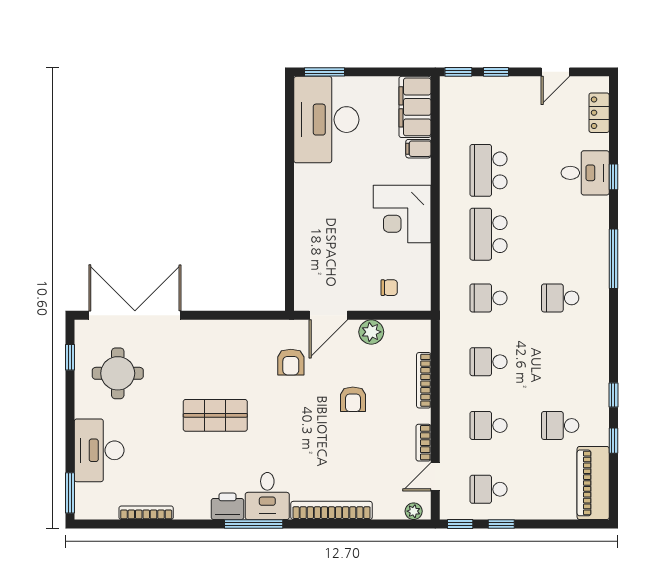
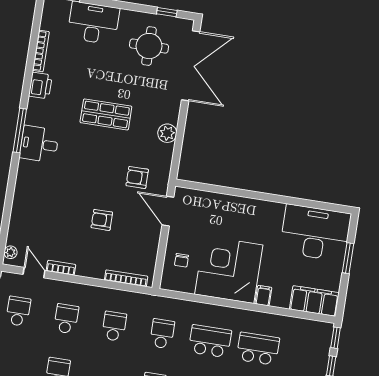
window: (324, 72) -> (348, 258), moved
filing cabinet: (418, 149) -> (263, 296), moved
corner desk: (402, 214) -> (229, 270), width x1.36, depth x1.36
plant: (371, 332) -> (167, 133), moved
bookcase: (424, 380) -> (126, 278), moved
shop shelf: (215, 415) -> (106, 114), turned 90
printer: (227, 506) -> (40, 86), moved
bookcase: (332, 510) -> (21, 191), removed

